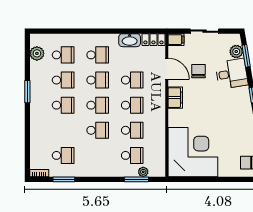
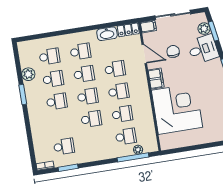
sliding door: (204, 31) -> (173, 15), width x1.37
plant: (37, 53) -> (28, 74), moved
corner desk: (193, 152) -> (177, 109), moved
window: (136, 179) -> (133, 157), width x1.44

